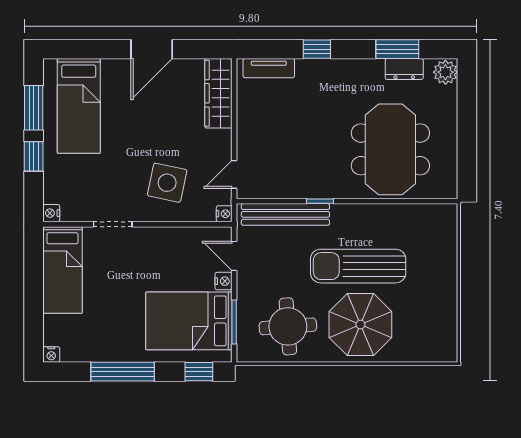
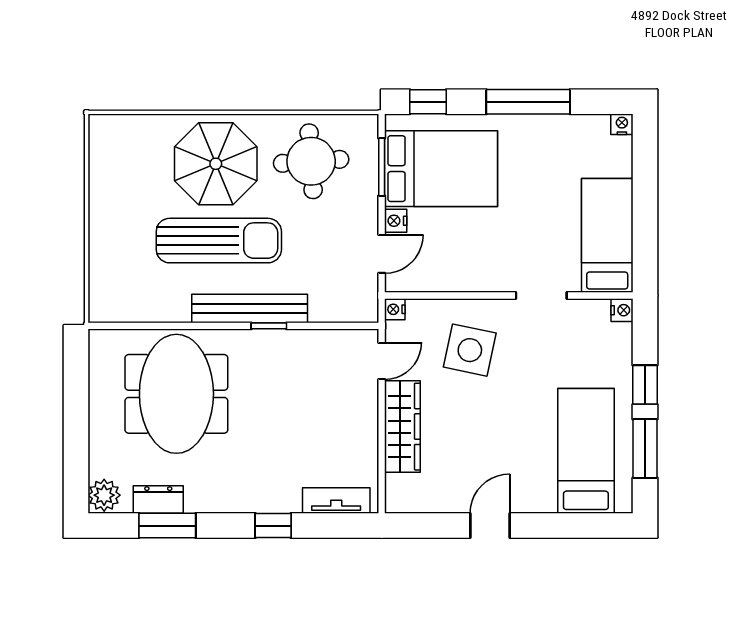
door: (152, 49) -> (490, 526), width x0.73
wardrobe: (218, 93) -> (402, 427), moved
bench: (285, 214) -> (250, 308), moved
door: (234, 256) -> (382, 254), hinge flipped

